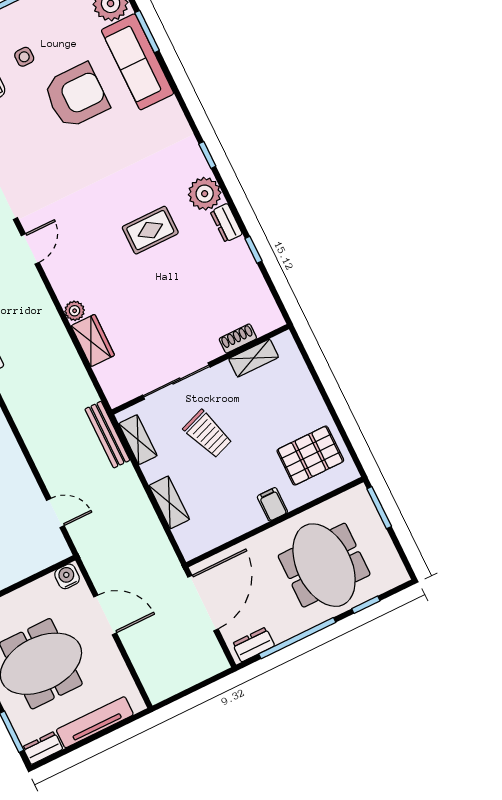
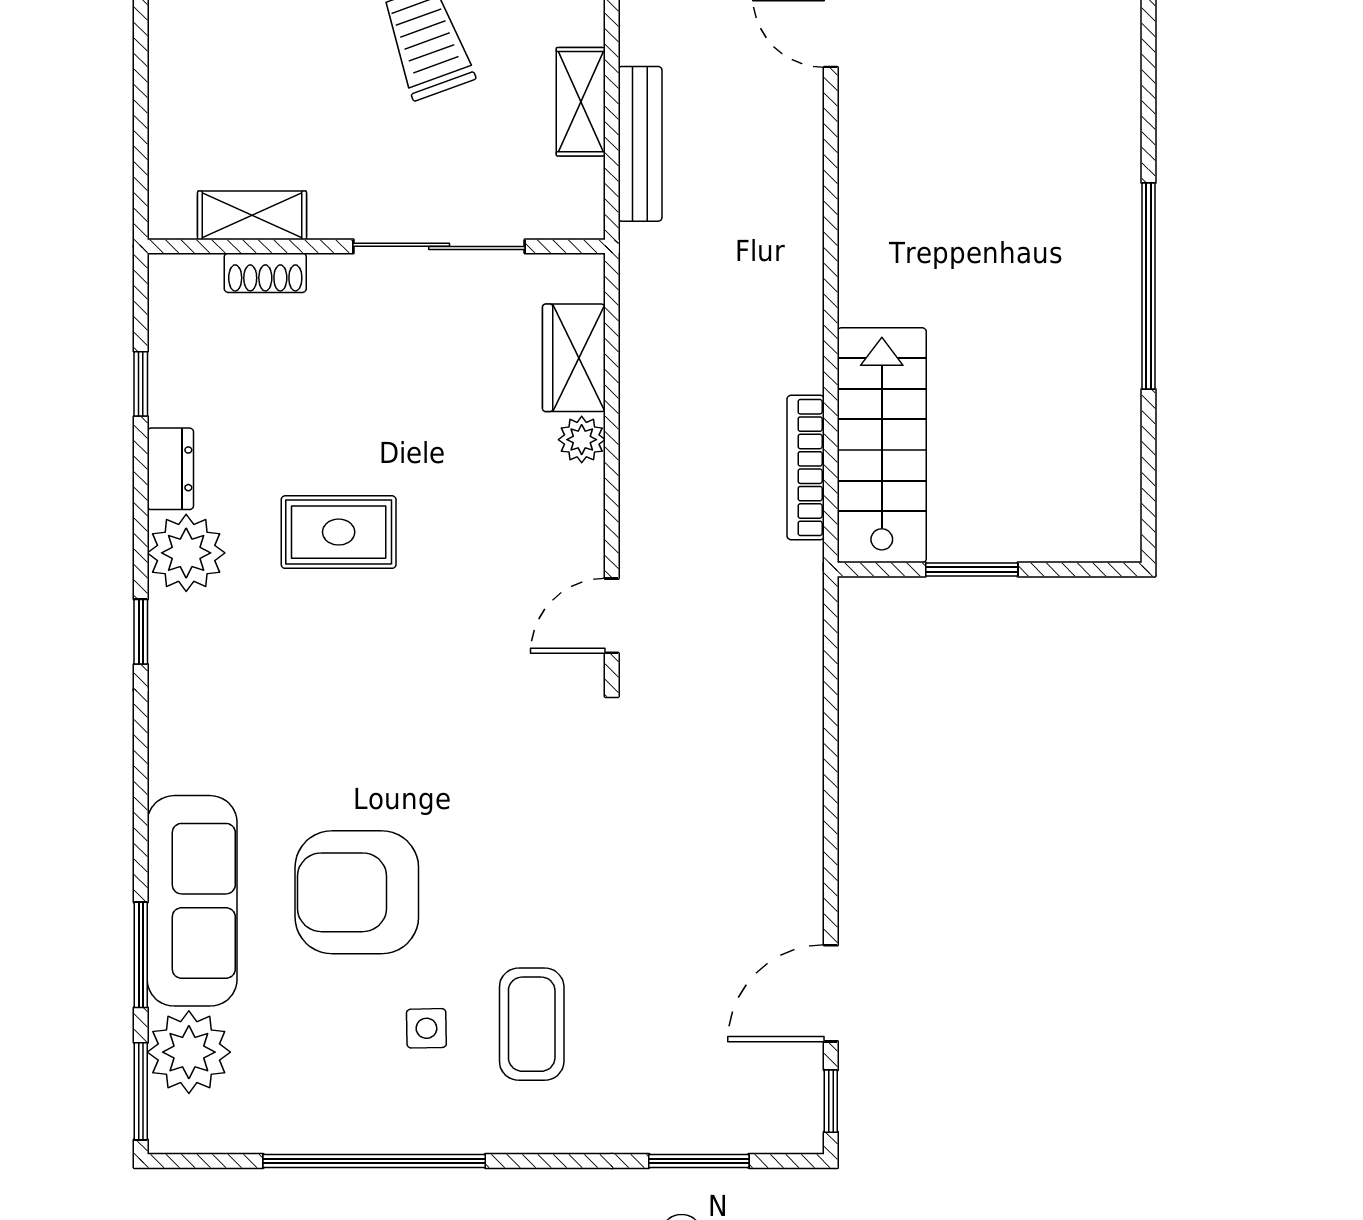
shoe rack: (238, 339) -> (265, 273), moved
shelving: (254, 358) -> (252, 215), moved
wall: (200, 369) -> (376, 246), moved
sliding door: (176, 381) -> (439, 246), moved

